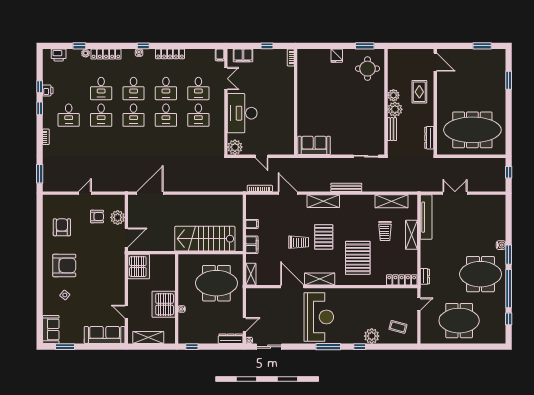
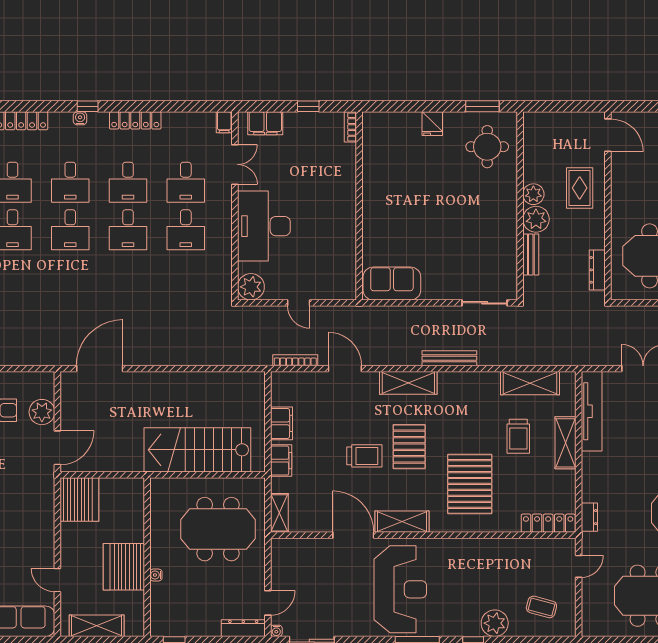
filing cabinet: (252, 224) -> (281, 423), width x2.00

